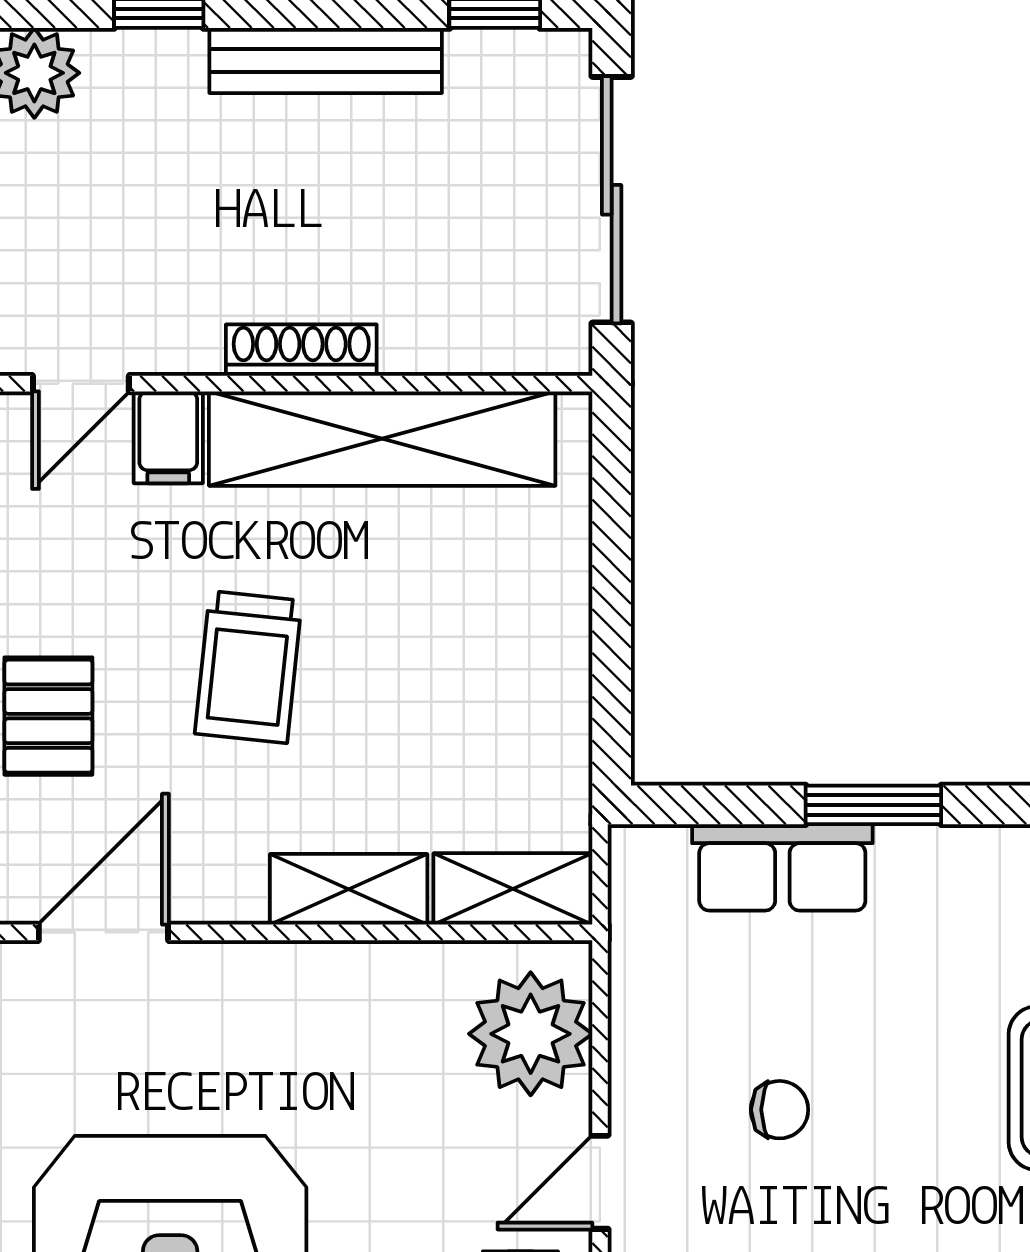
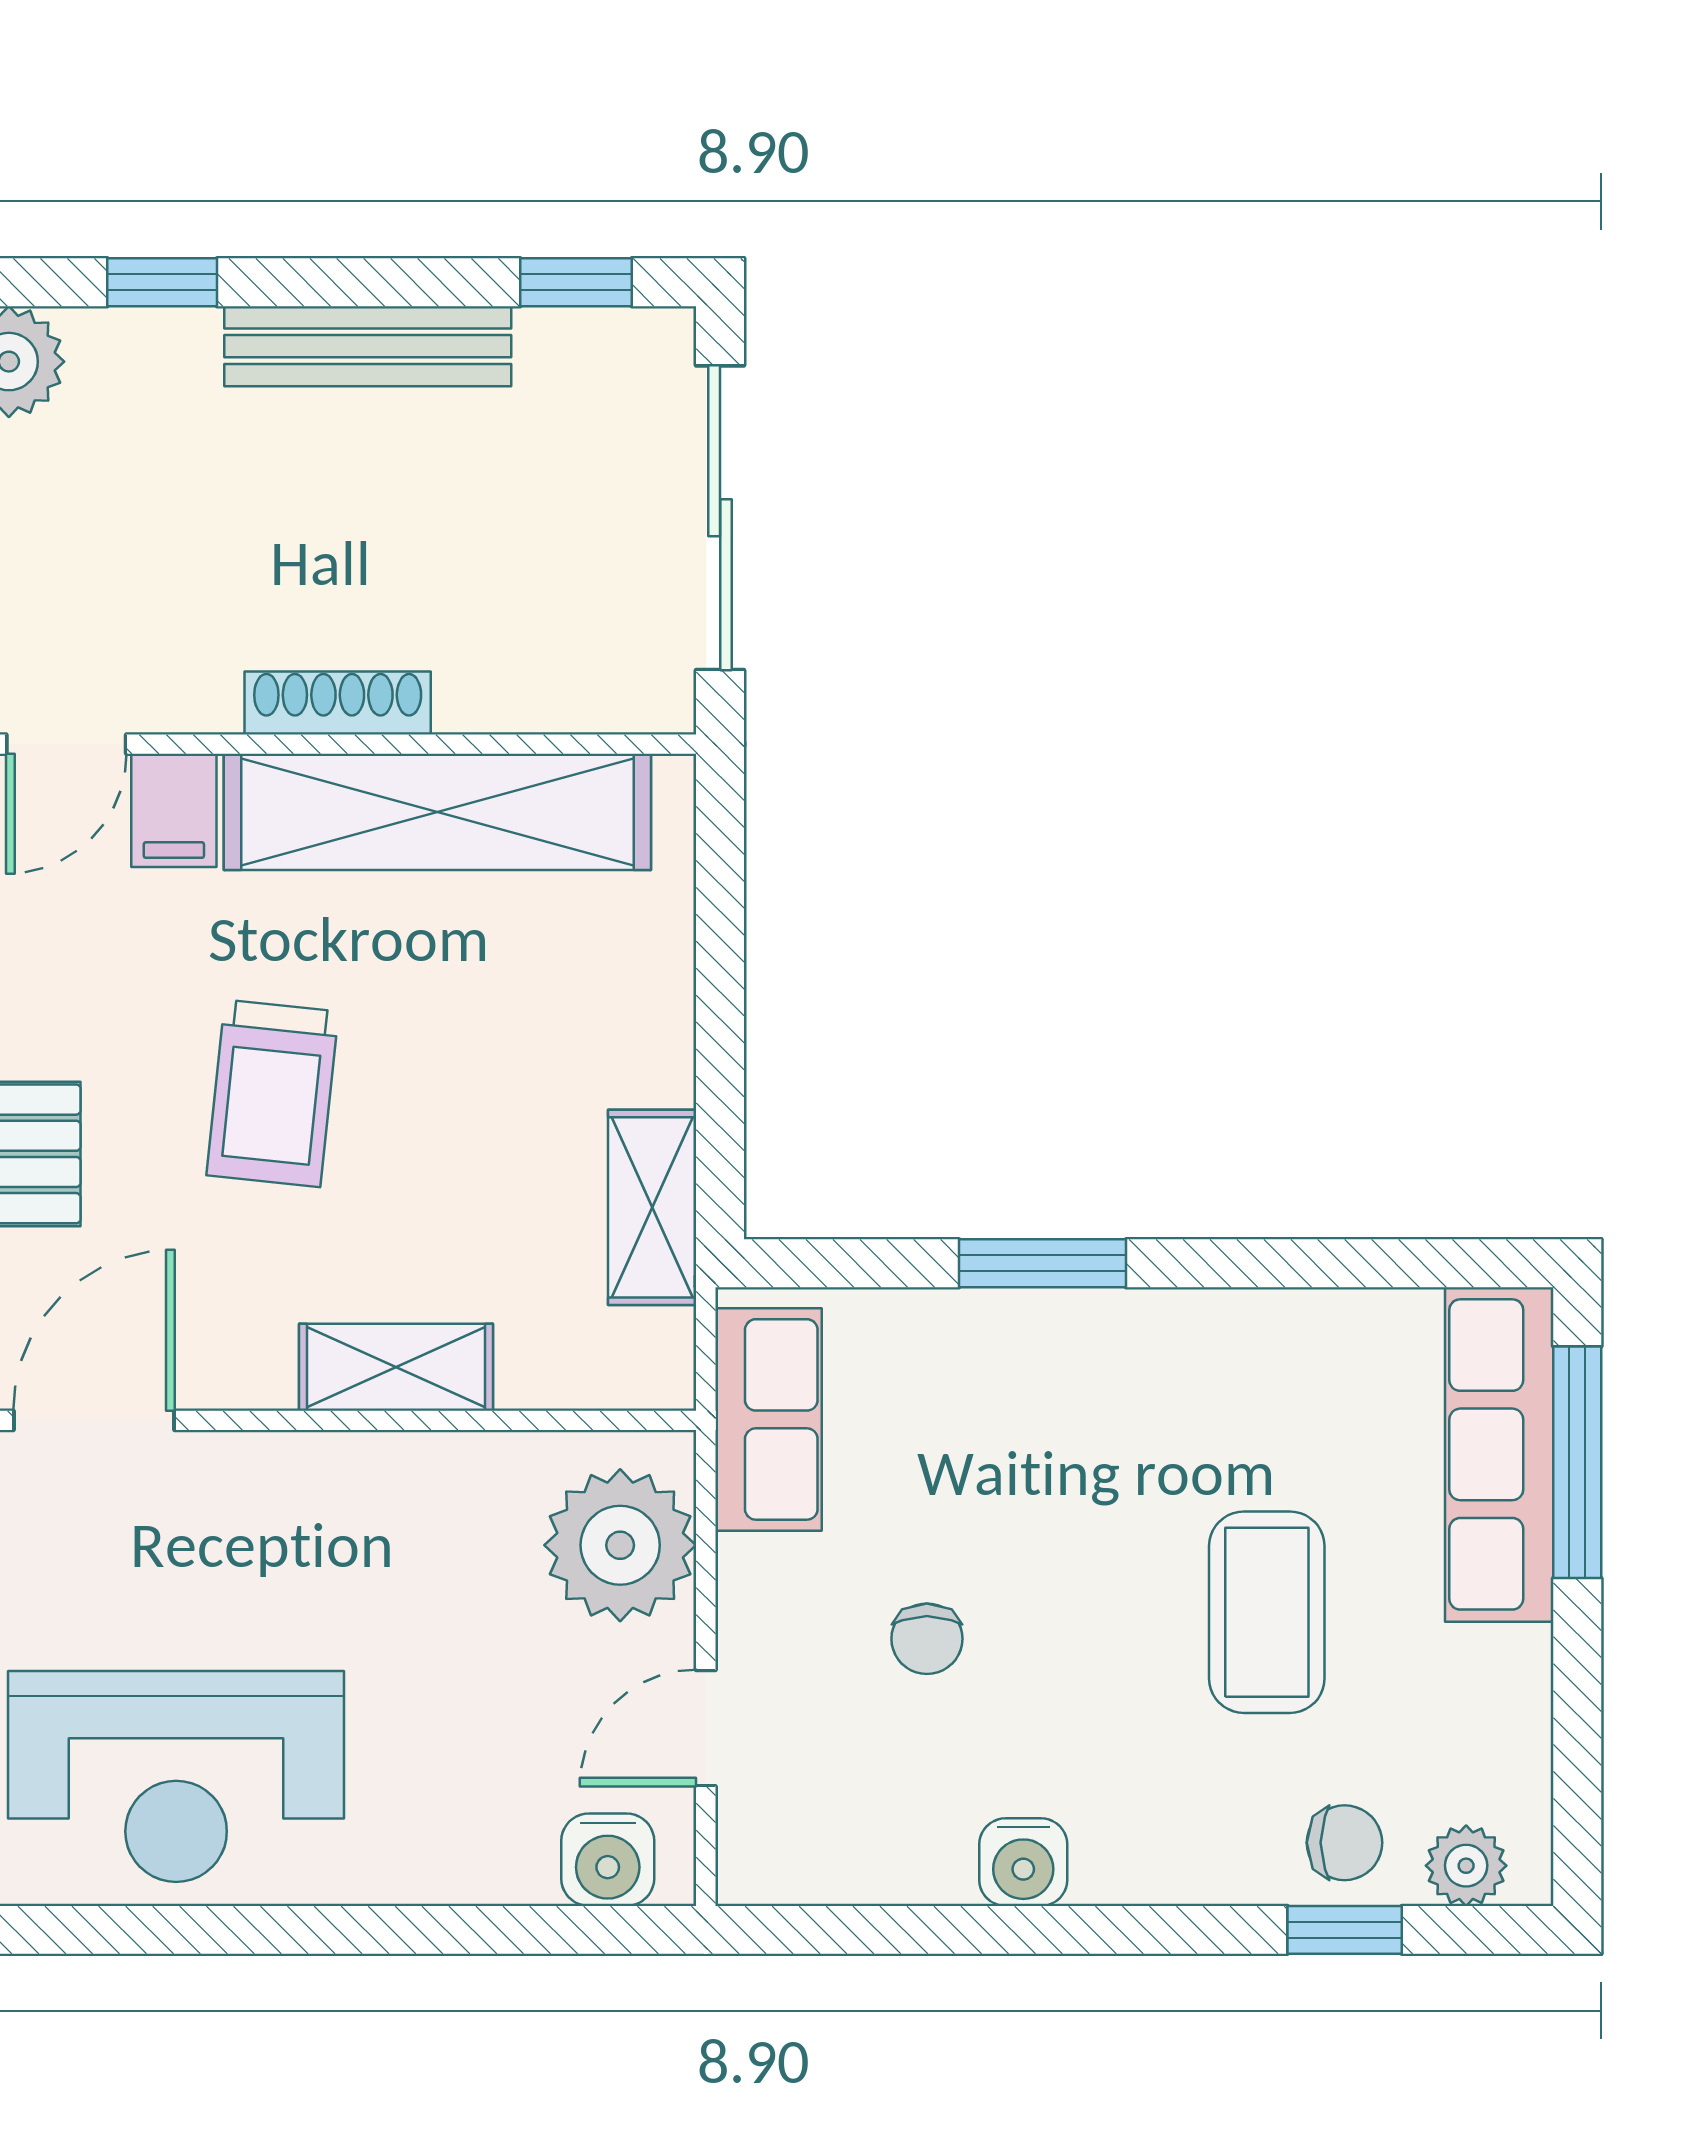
row of seats: (782, 867) -> (769, 1419), moved, turned -90
shelving: (513, 889) -> (652, 1207), moved, turned 90
chair: (780, 1110) -> (927, 1639), turned 90

